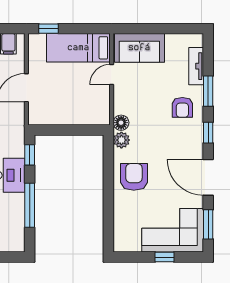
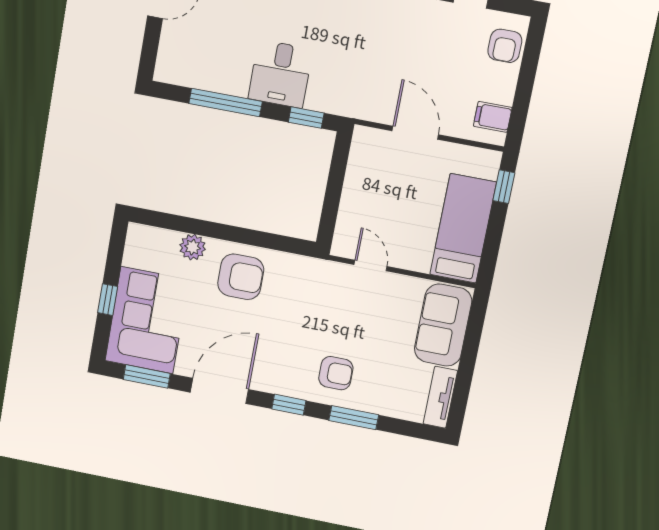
tv unit: (196, 66) -> (440, 397), moved, turned -90
door: (112, 75) -> (371, 266), moved
armchair: (182, 107) -> (336, 373), turned 180
floor lamp: (121, 123) -> (330, 273), removed
plant: (121, 140) -> (193, 247), moved

